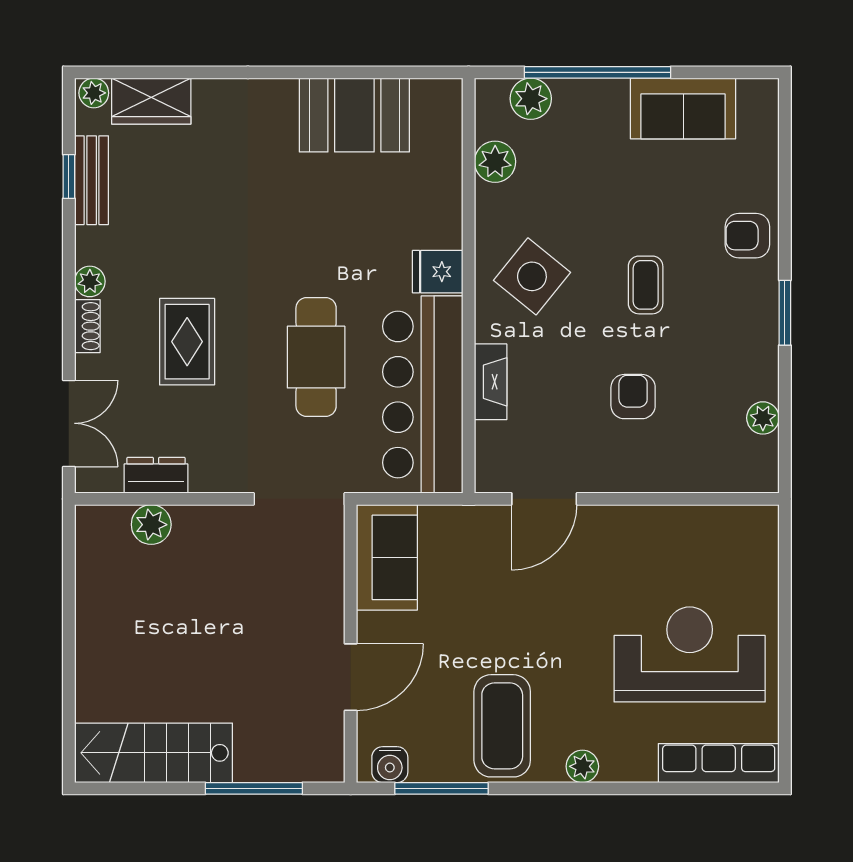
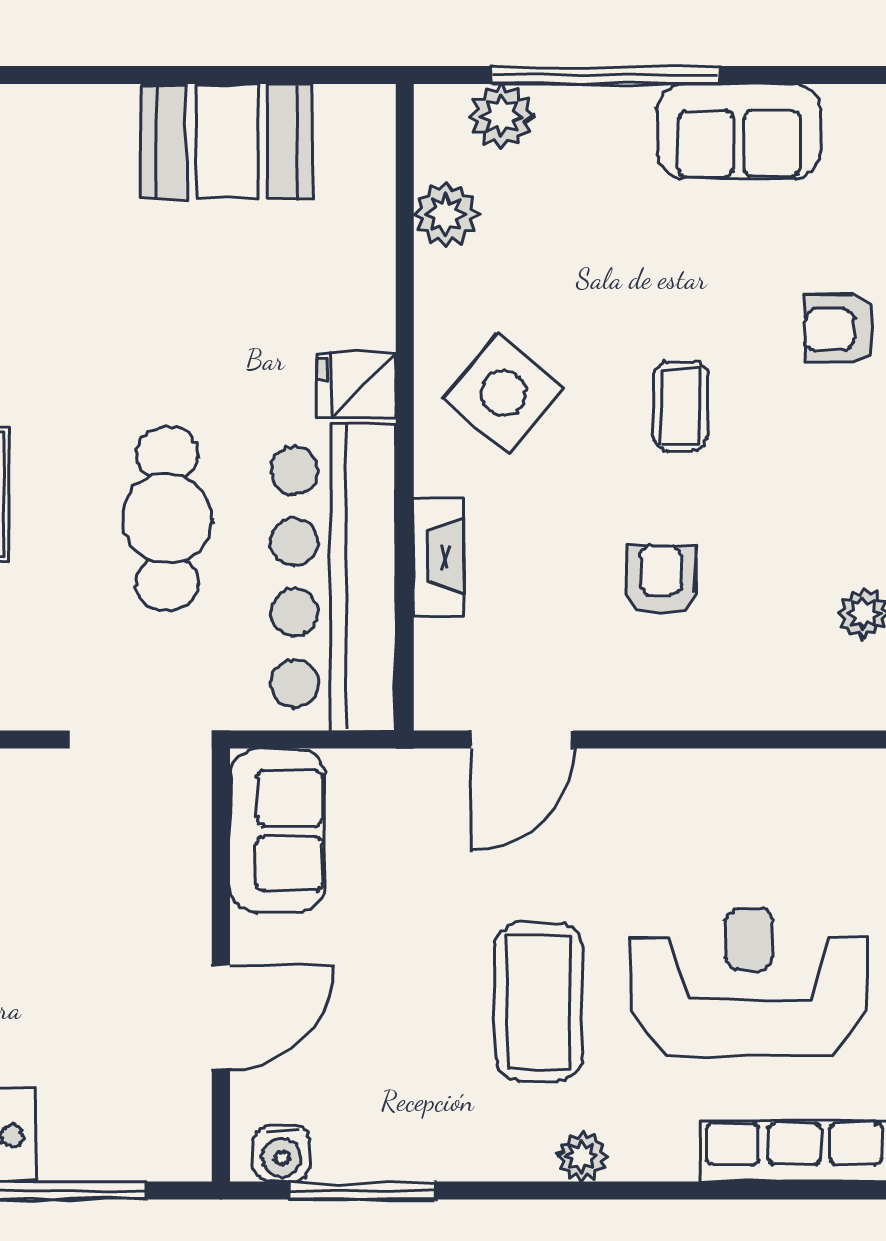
coffee table: (502, 726) -> (538, 1002), moved

